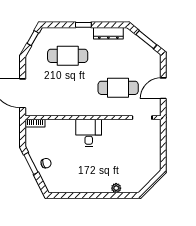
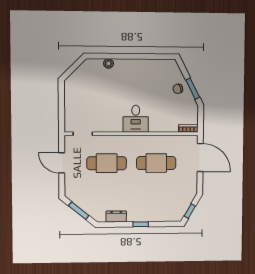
dresser: (108, 33) -> (116, 216), width x0.70
cafe table: (68, 56) -> (156, 163), moved
door: (163, 88) -> (62, 163), swing flipped

